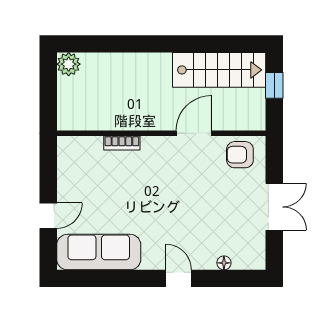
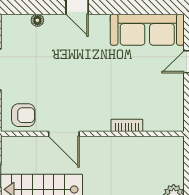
door: (194, 133) -> (64, 134), hinge flipped

